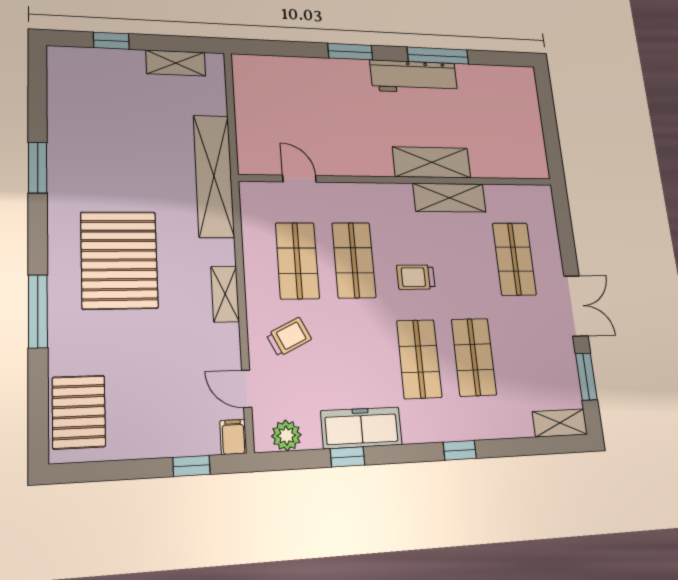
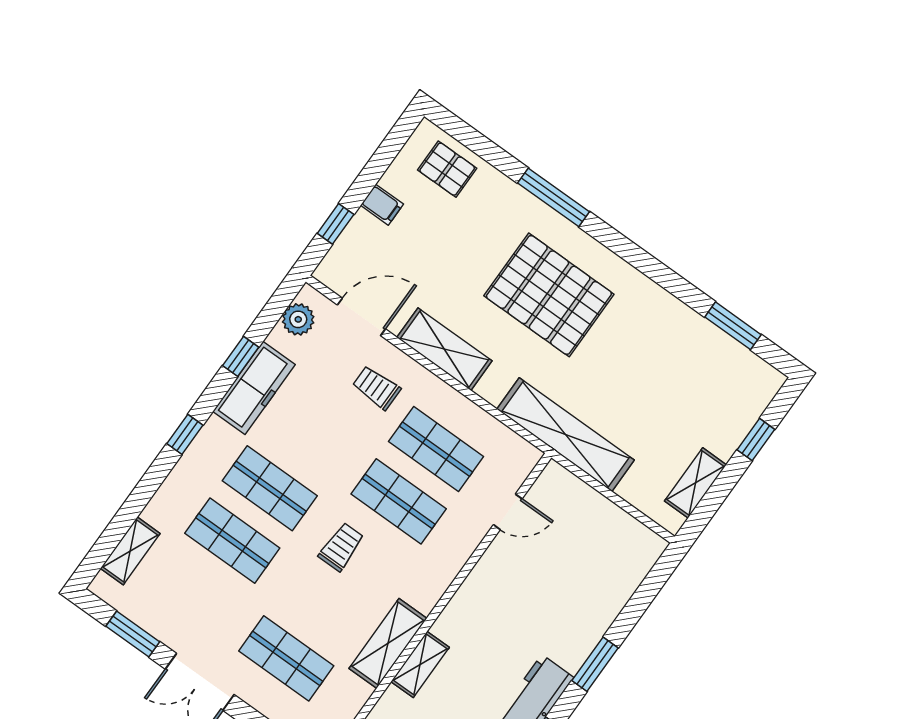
shelving: (432, 162) -> (420, 664), width x0.67, depth x0.75
window: (38, 168) -> (733, 326), moved
shelving: (225, 294) -> (444, 349), width x1.50, depth x1.33
trolley: (289, 337) -> (377, 388), turned 116
door: (247, 389) -> (361, 317), width x1.38
pallet: (79, 412) -> (447, 169), width x0.67, depth x0.71
shelving: (560, 423) -> (130, 551), moved
filing cabinet: (233, 437) -> (382, 205), moved
window: (460, 450) -> (185, 434), moved

